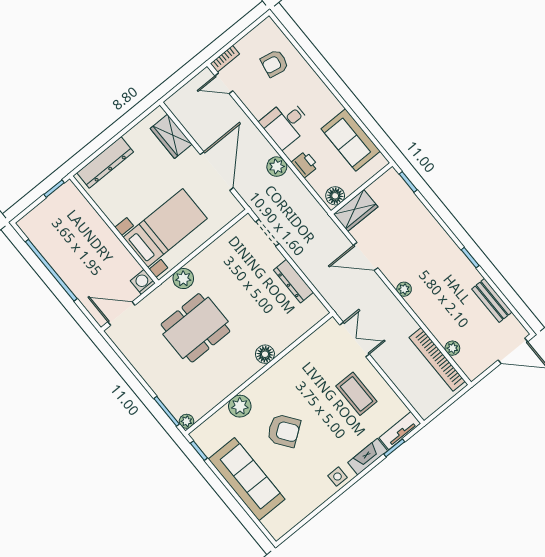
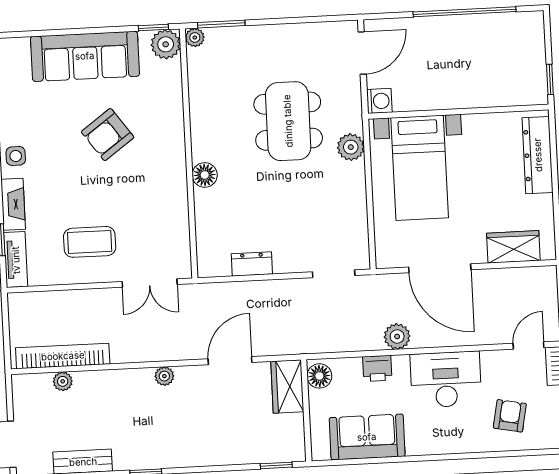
desk: (286, 124) -> (446, 379), width x1.37
dresser: (293, 281) -> (252, 264), width x0.70
plant: (240, 406) -> (166, 44), moved

